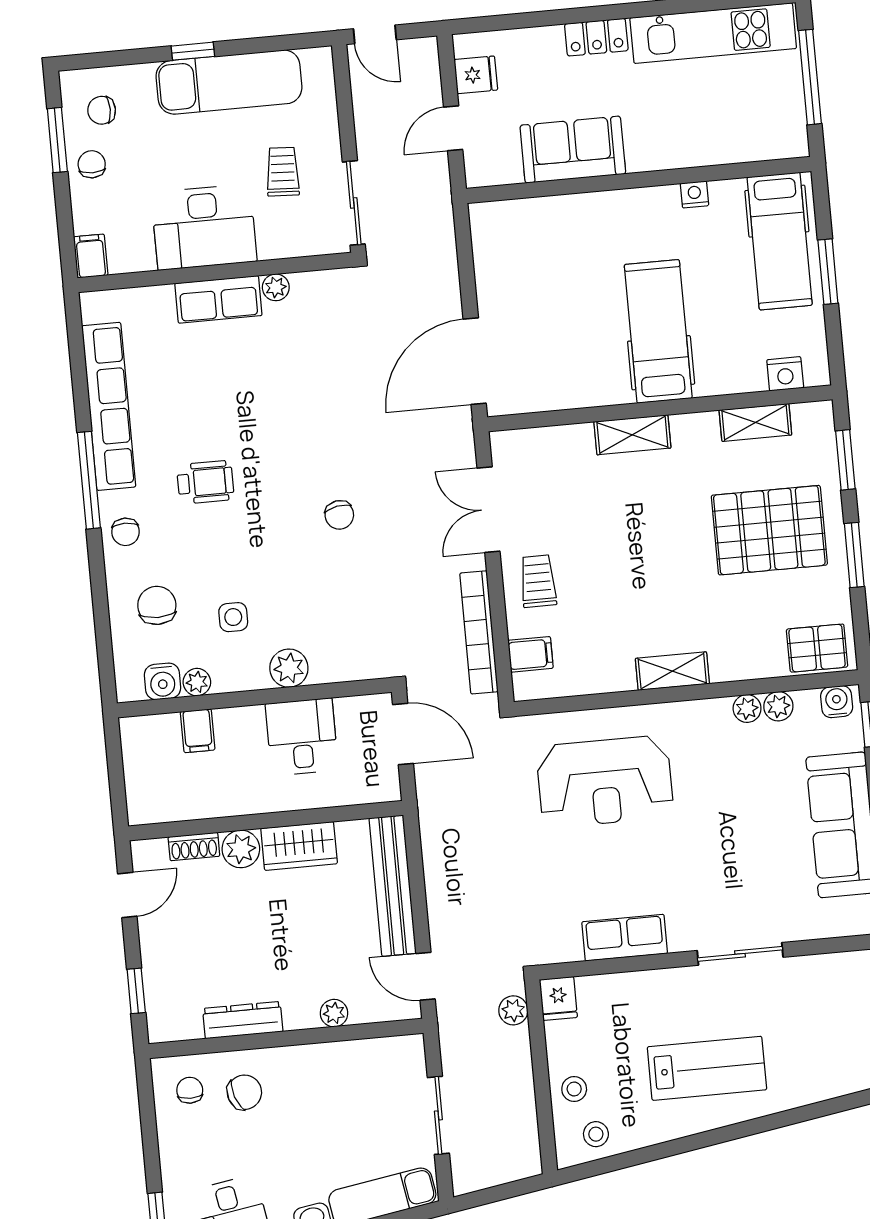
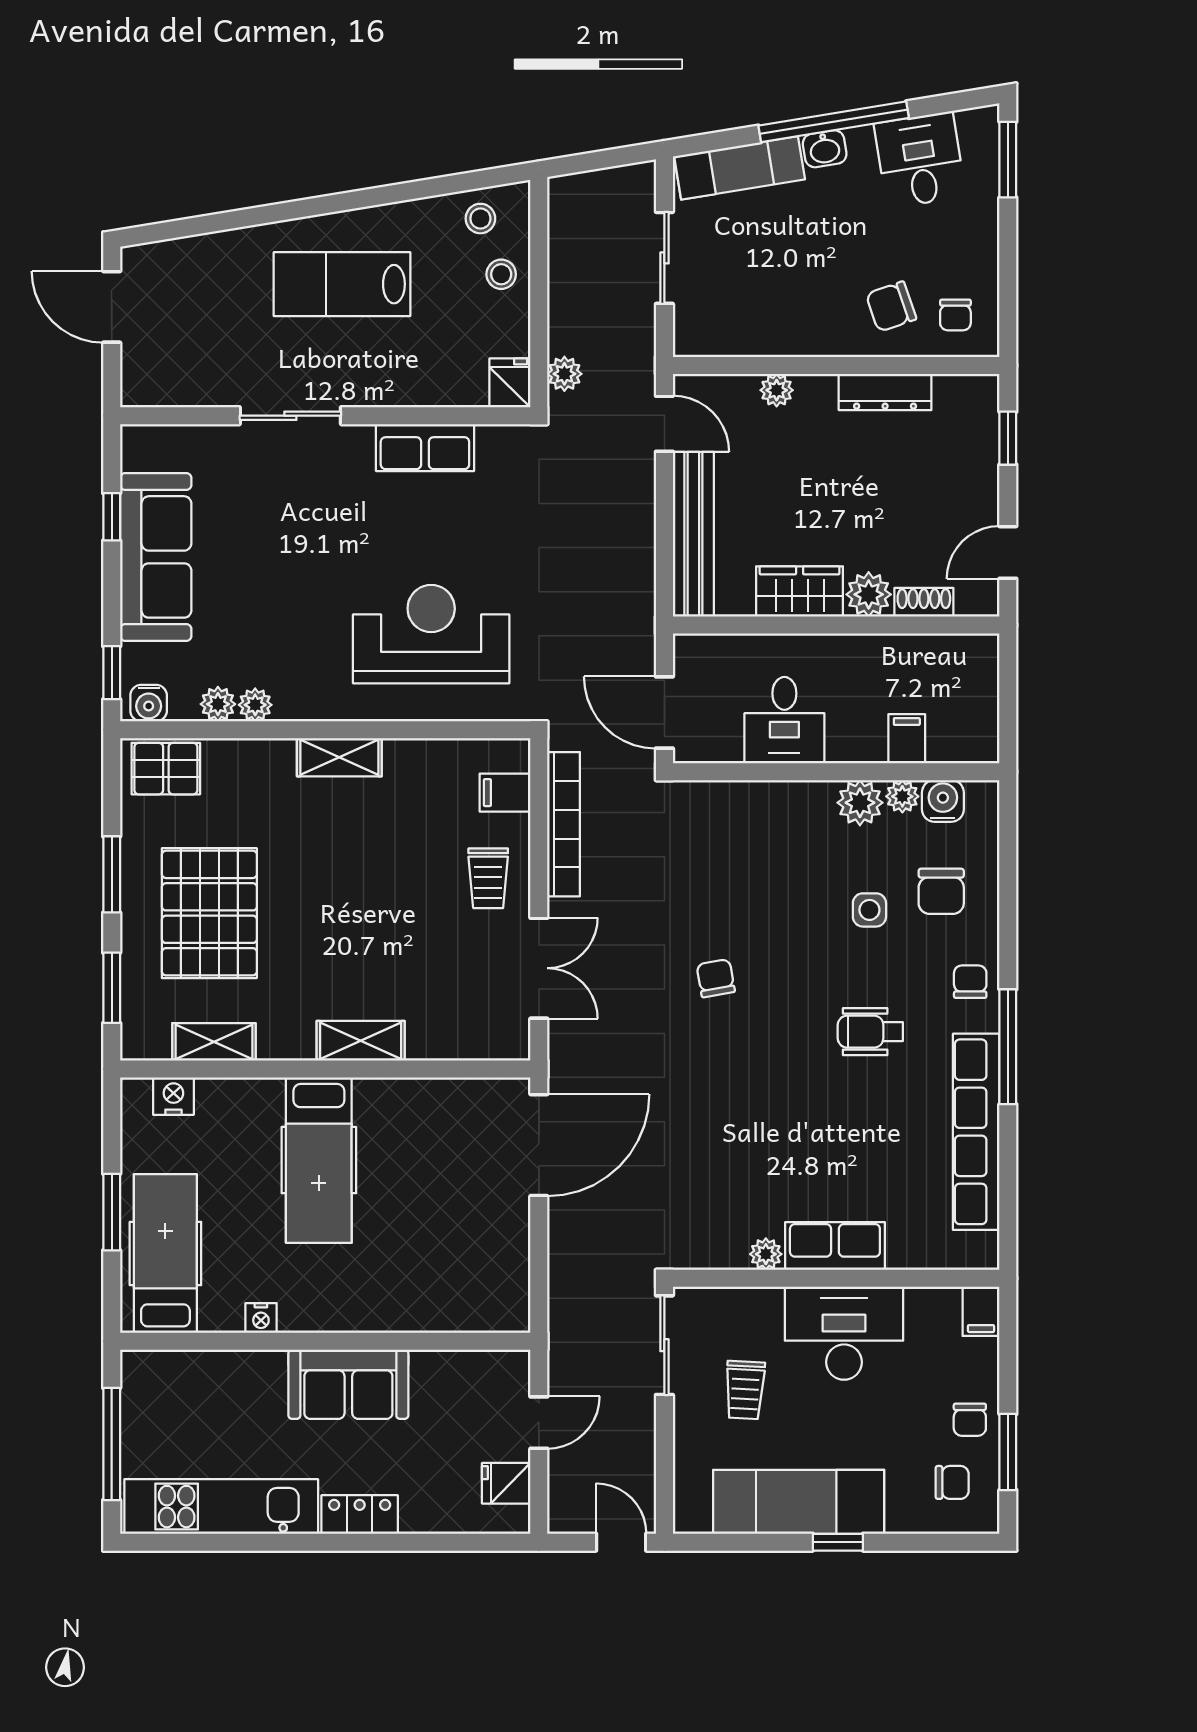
sofa: (573, 150) -> (348, 1384), moved
pallet: (769, 530) -> (209, 913), turned 90
side table: (233, 617) -> (869, 910), moved
plant: (289, 668) -> (860, 803), moved

